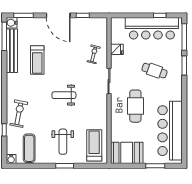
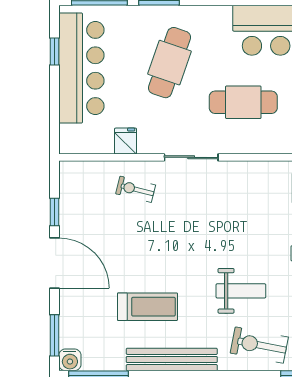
door: (58, 15) -> (55, 263), hinge flipped
bench: (12, 51) -> (172, 359), moved
cafe table: (154, 71) -> (170, 63), width x1.37, depth x1.35
weight bench: (64, 95) -> (241, 291), moved, turned -90

